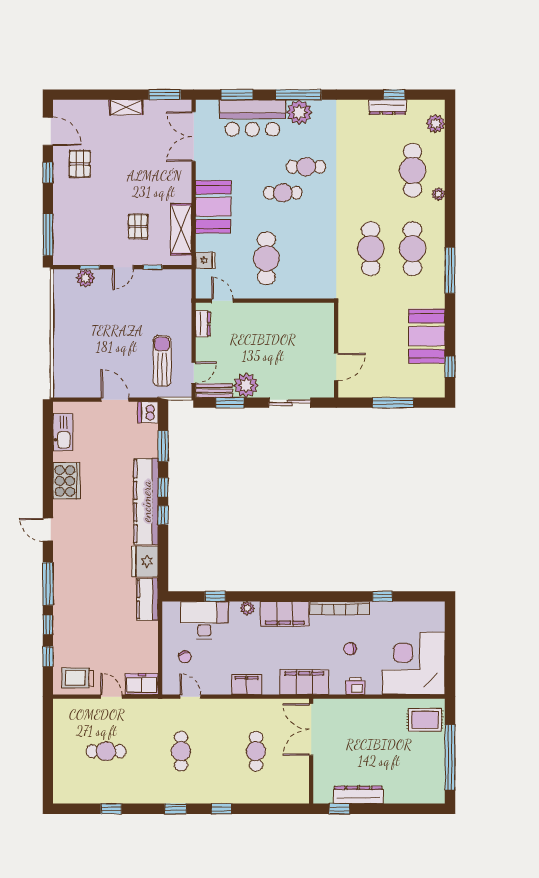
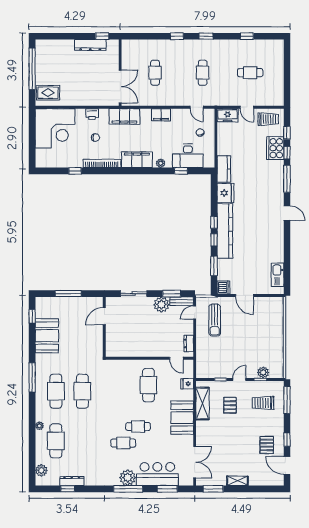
trolley: (86, 230) -> (263, 403), added
cooker: (66, 481) -> (275, 148), moved

